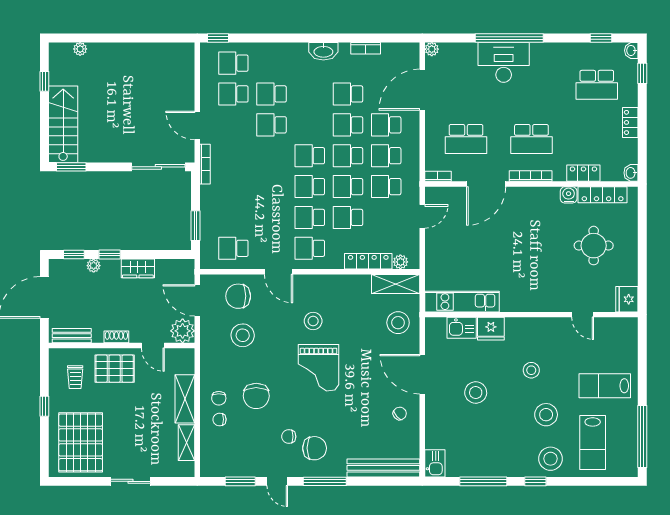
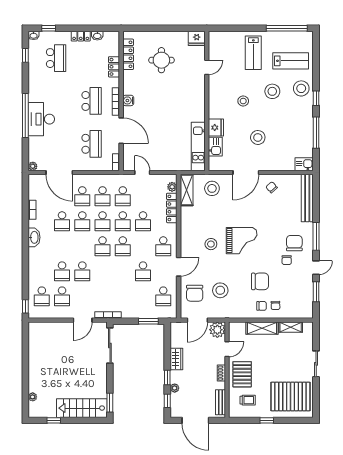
washbasin: (631, 173) -> (97, 36), moved
water cooler: (569, 195) -> (128, 100), moved
school desk: (310, 217) -> (143, 271), moved

